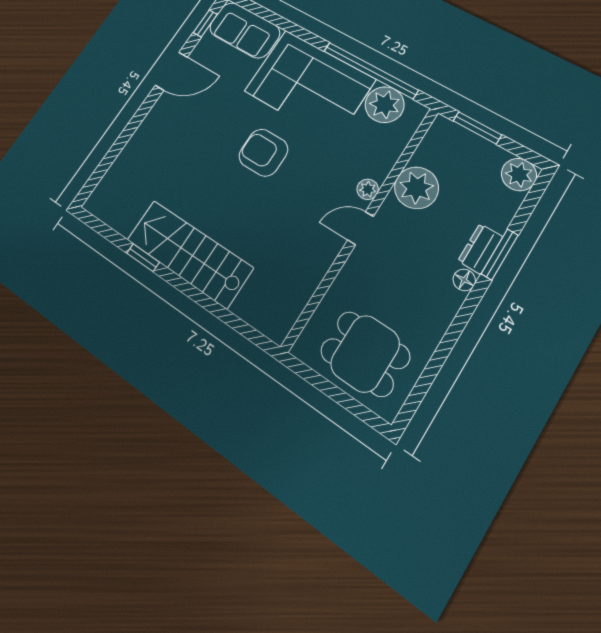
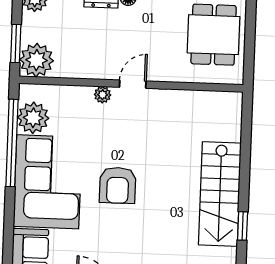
plant: (416, 188) -> (37, 60), moved
door: (361, 228) -> (133, 84), swing flipped

